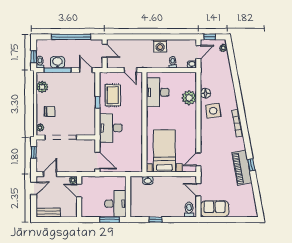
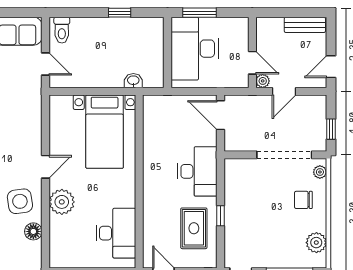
plant: (189, 98) -> (62, 202), moved
door: (198, 159) -> (46, 167), moved
door: (50, 174) -> (284, 91), moved
desk: (116, 204) -> (195, 49), width x1.36, depth x1.30

